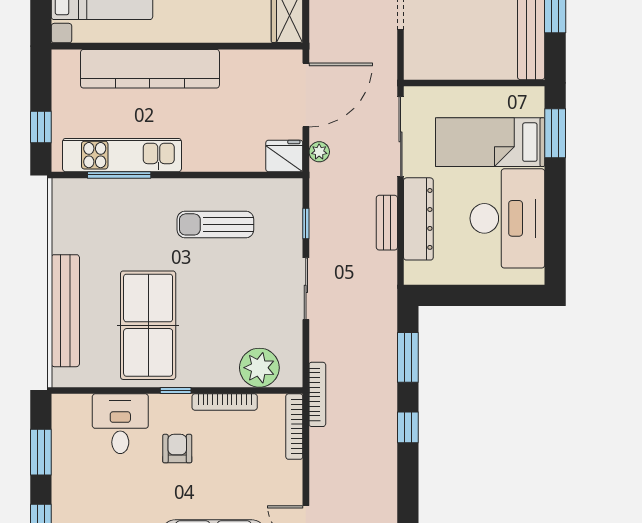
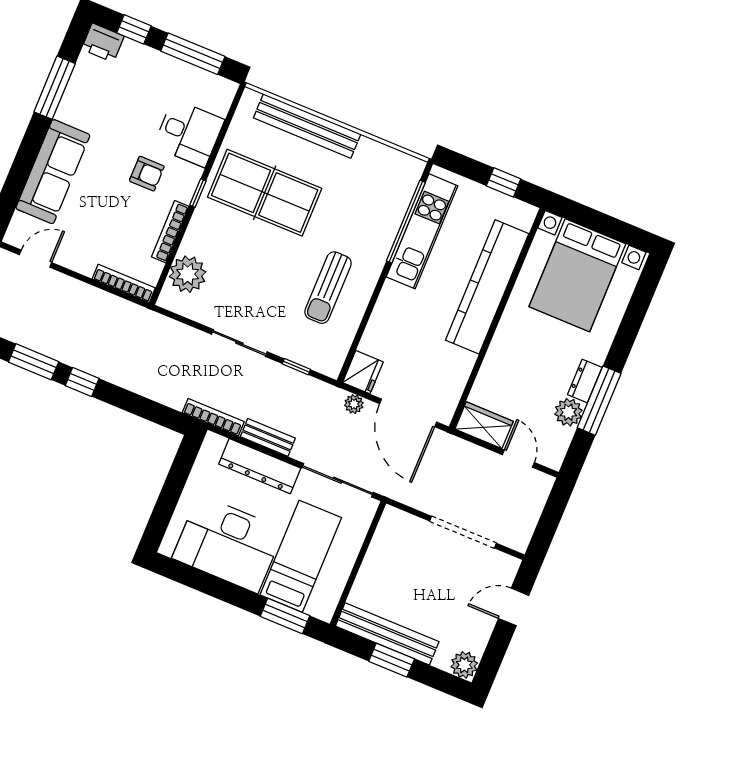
window: (41, 127) -> (504, 182), moved
window: (119, 175) -> (406, 222), width x1.46
sun lounger: (215, 224) -> (328, 288), turned 180
window: (408, 357) -> (34, 362), moved
bookcase: (317, 394) -> (213, 417), moved, turned 180
window: (41, 452) -> (193, 54), width x1.44

